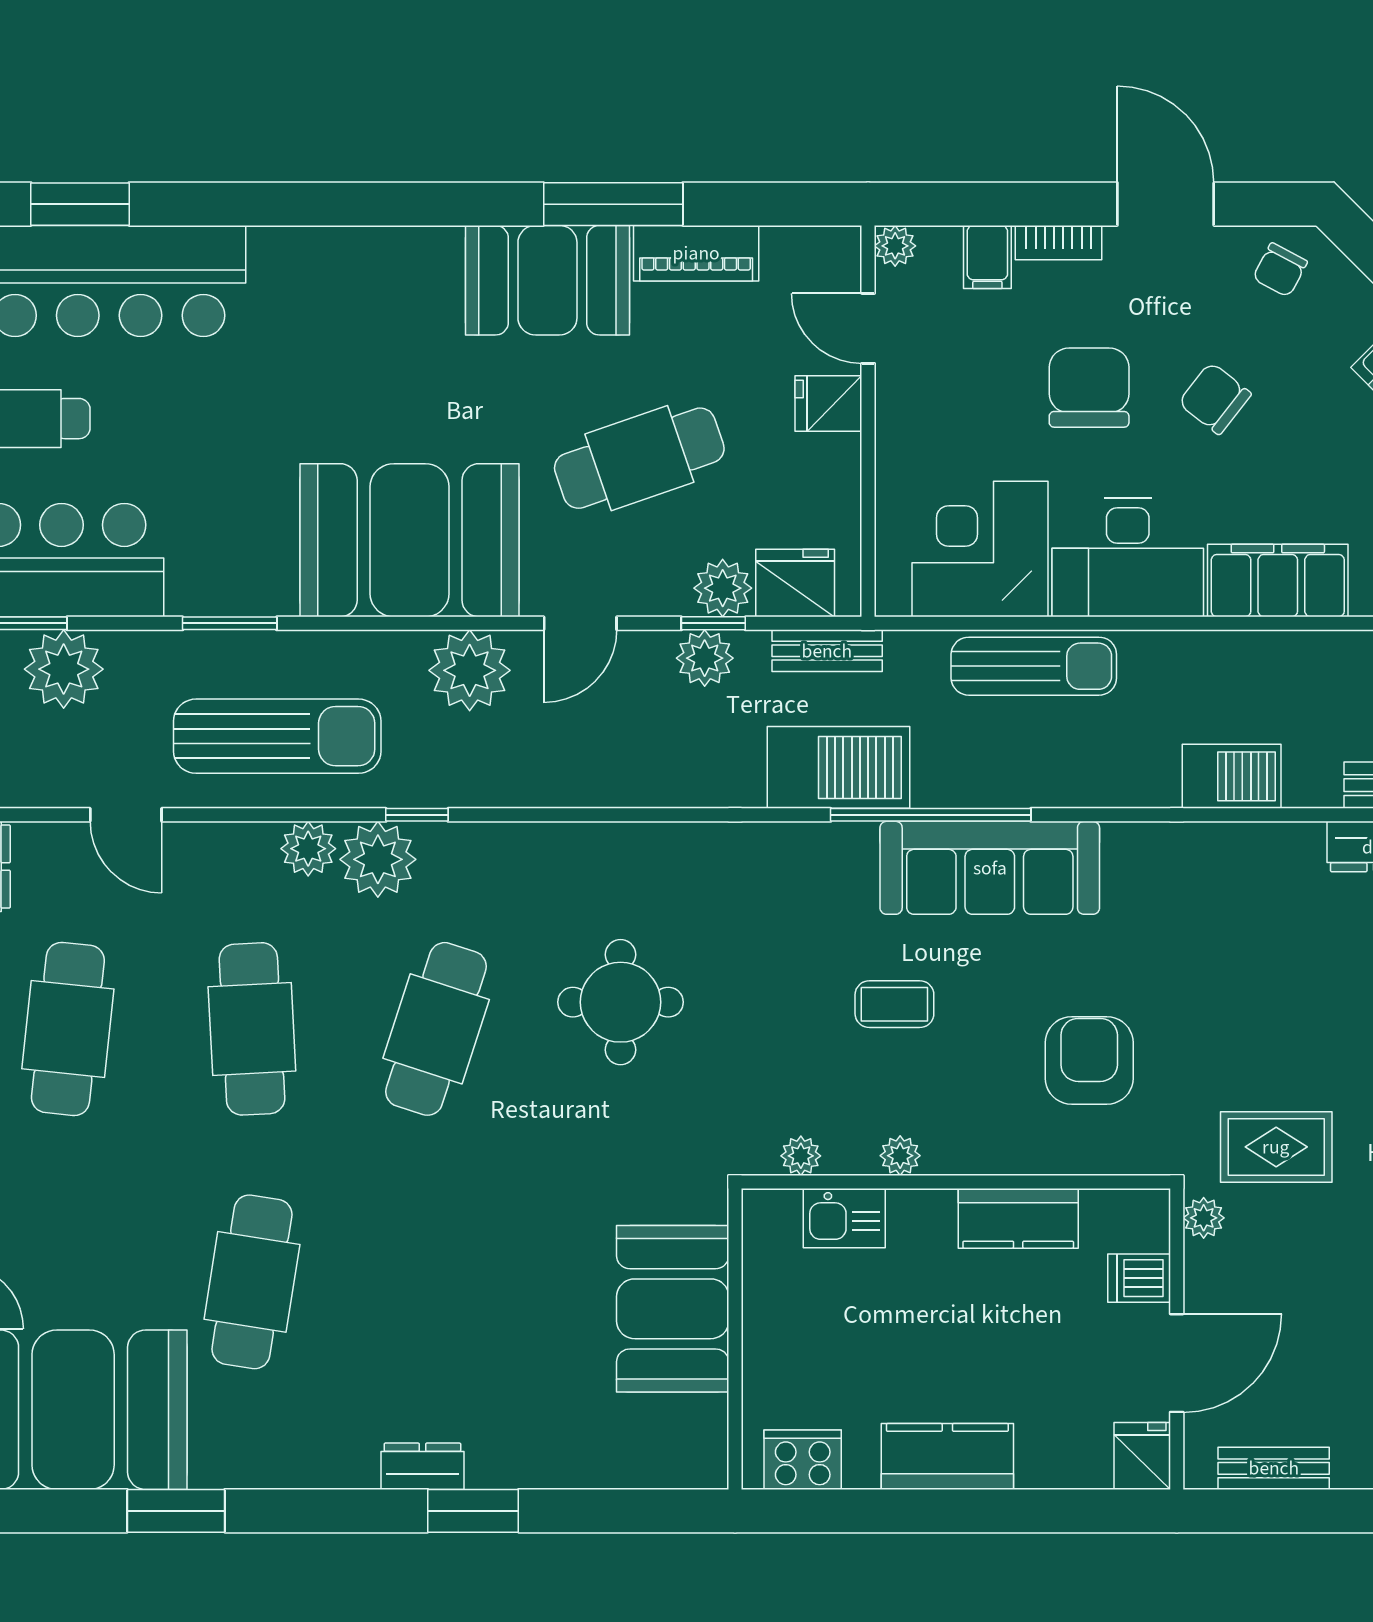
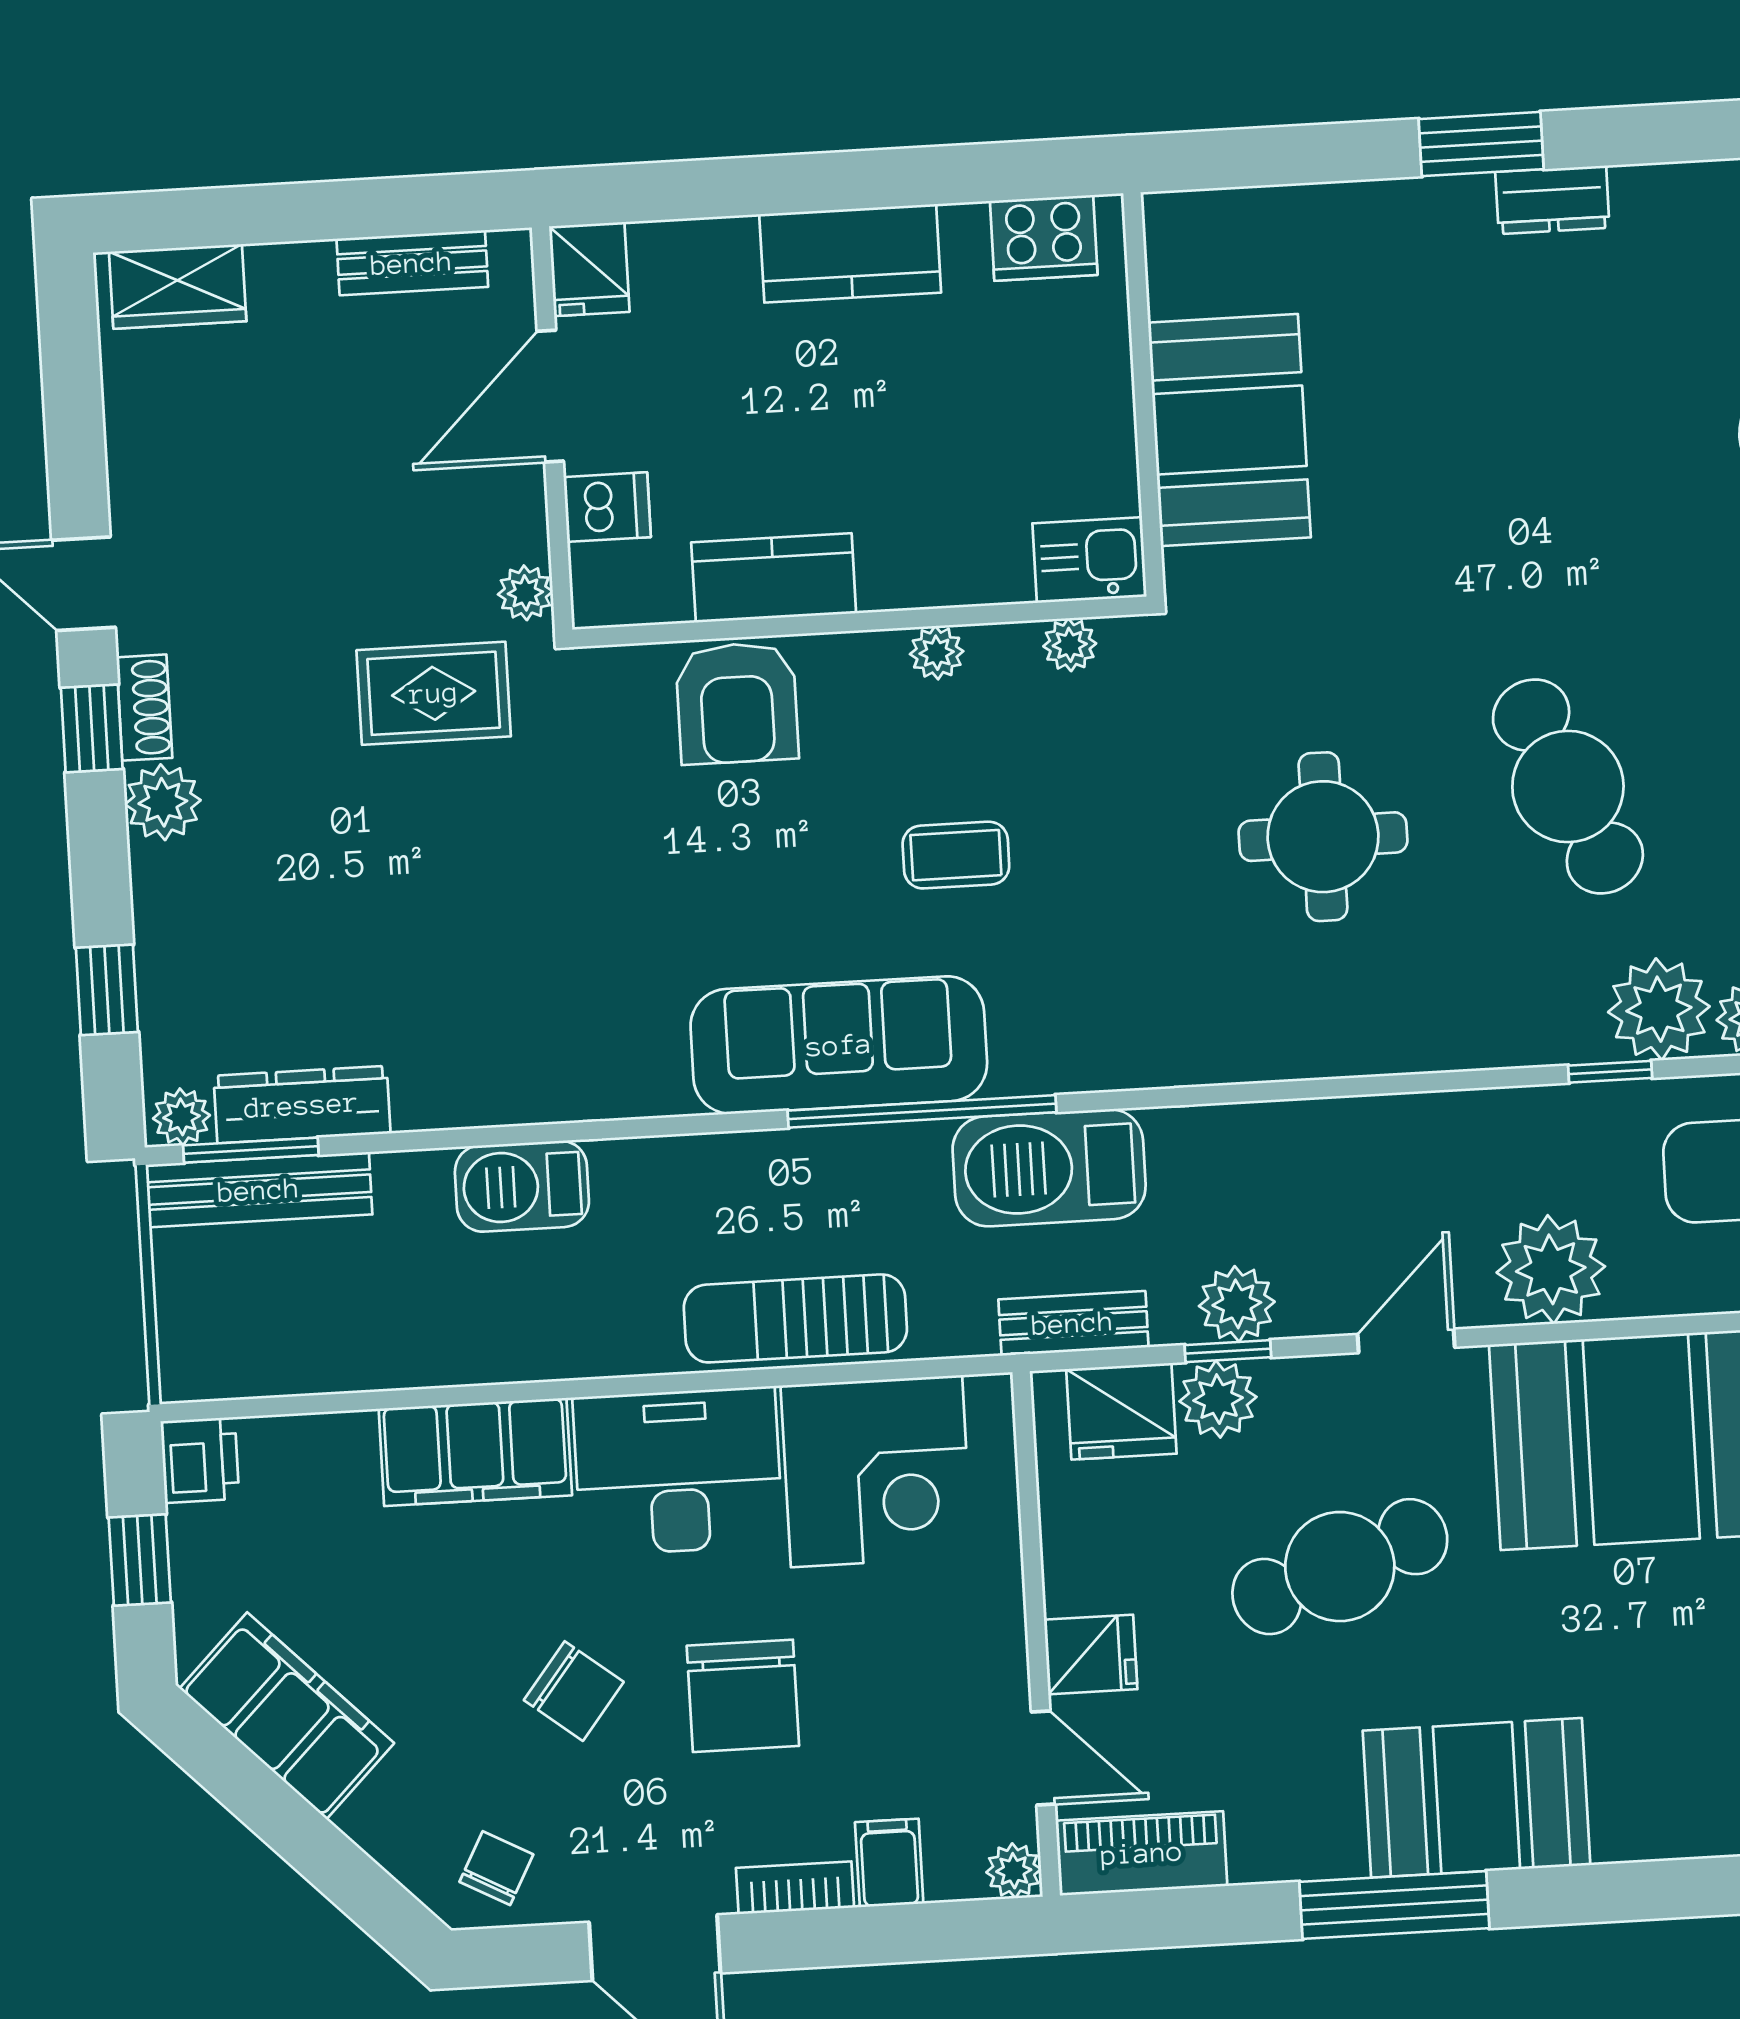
piano: (696, 253) -> (1142, 1853), moved
cafe table: (436, 1029) -> (1568, 787), turned -42
armchair: (1089, 1060) -> (737, 703), moved
kitchen sink: (844, 1218) -> (1089, 560), moved

